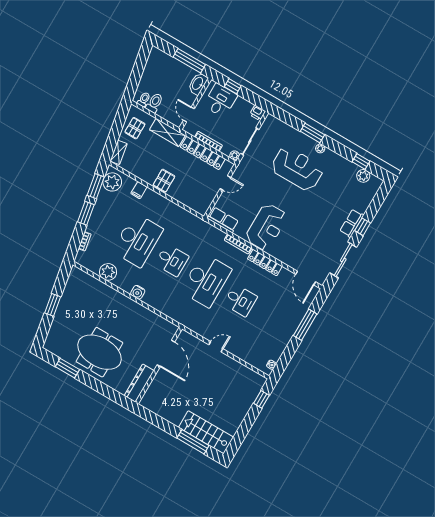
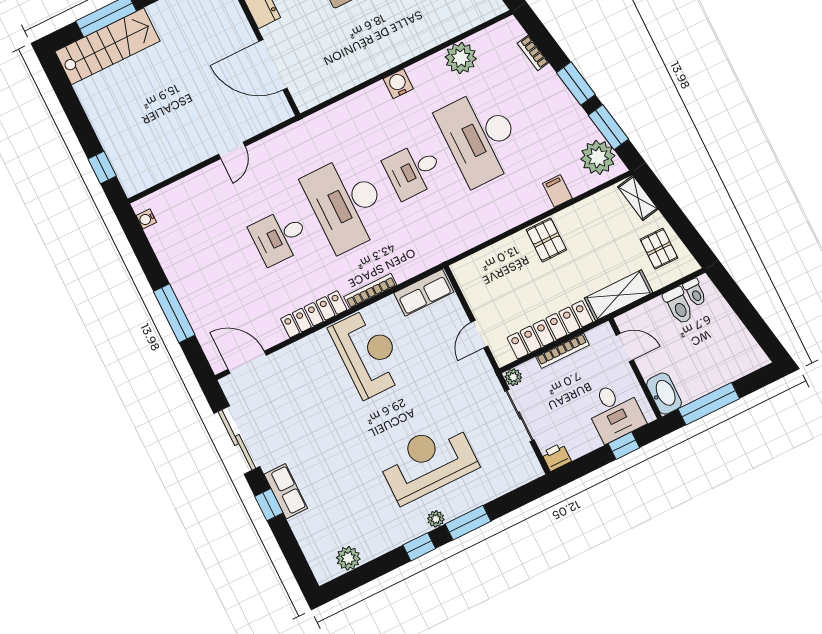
window: (361, 162) -> (419, 547), moved
reception desk: (297, 169) -> (428, 462), turned 180
reception desk: (266, 227) -> (368, 353), turned 180

